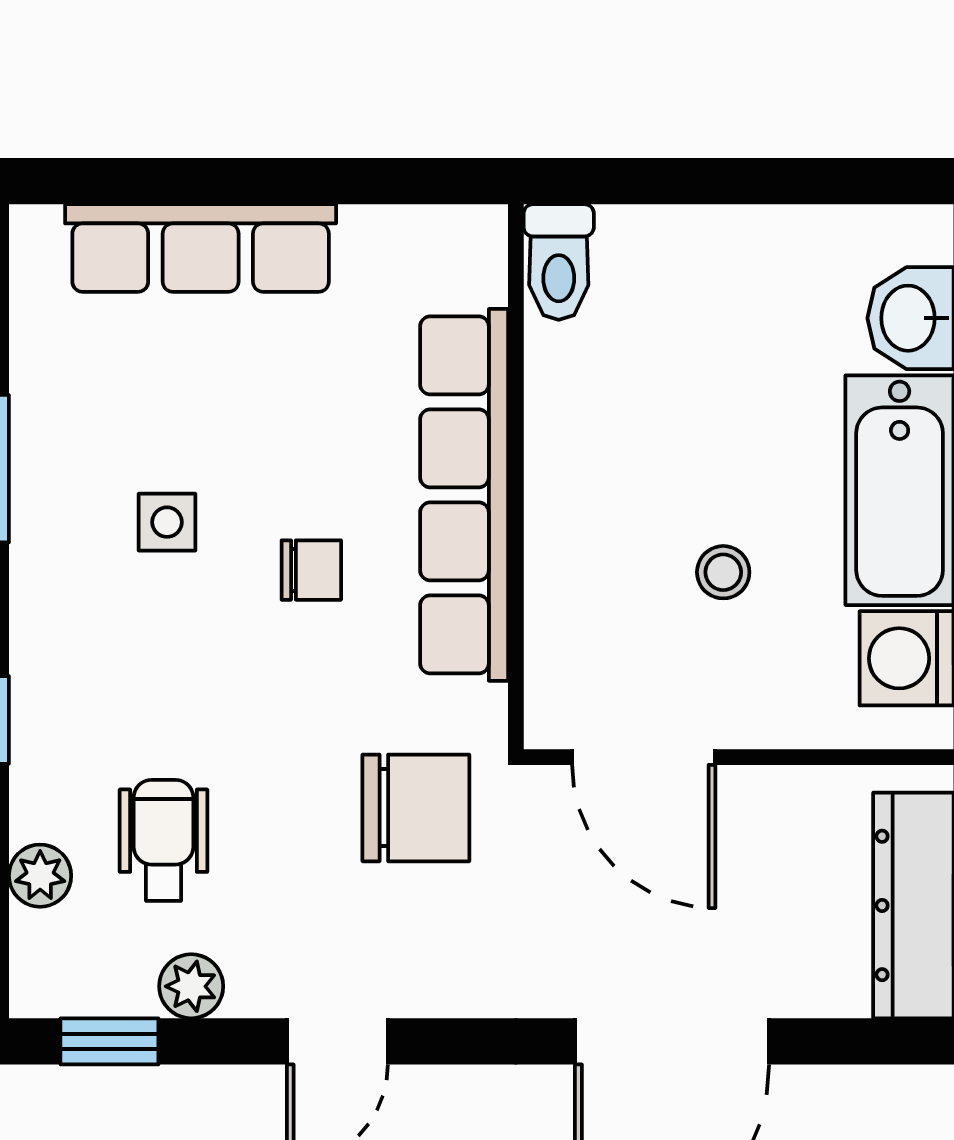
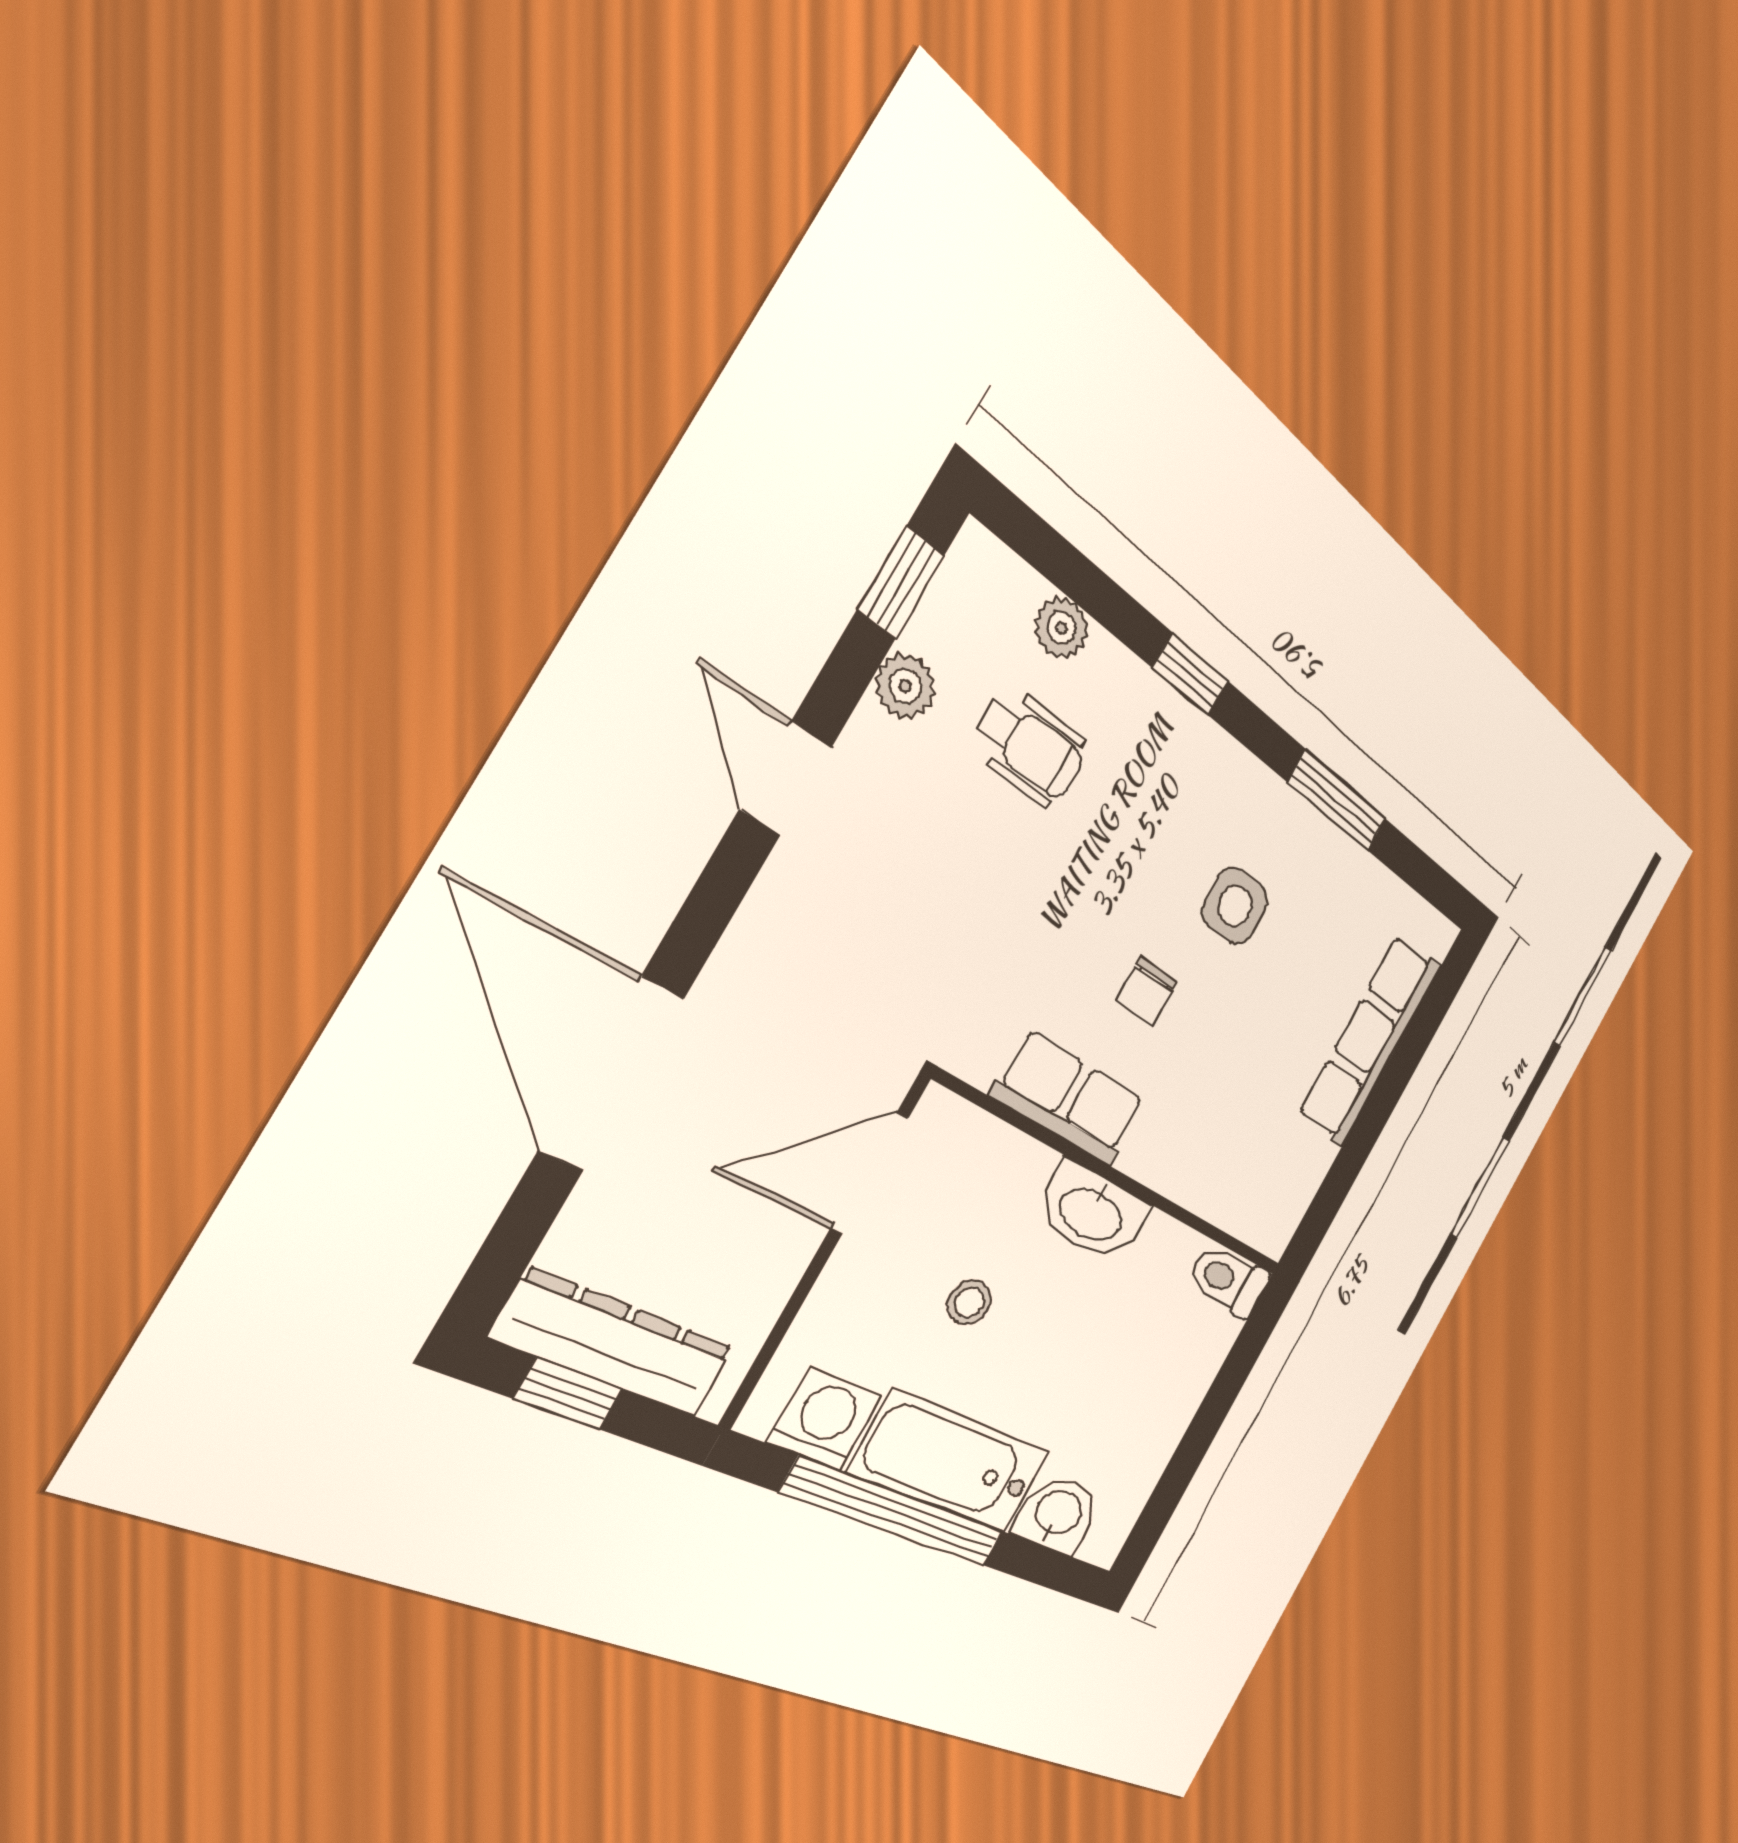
washbasin: (567, 487) -> (1092, 1213), added
row of seats: (464, 495) -> (1070, 1098), width x0.50
side table: (167, 522) -> (1235, 906), width x1.37, depth x1.37
chair: (416, 808) -> (937, 966), removed

